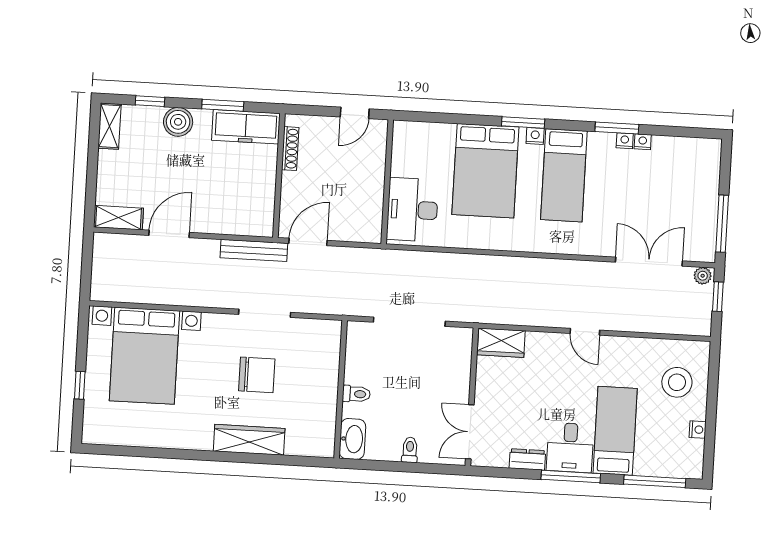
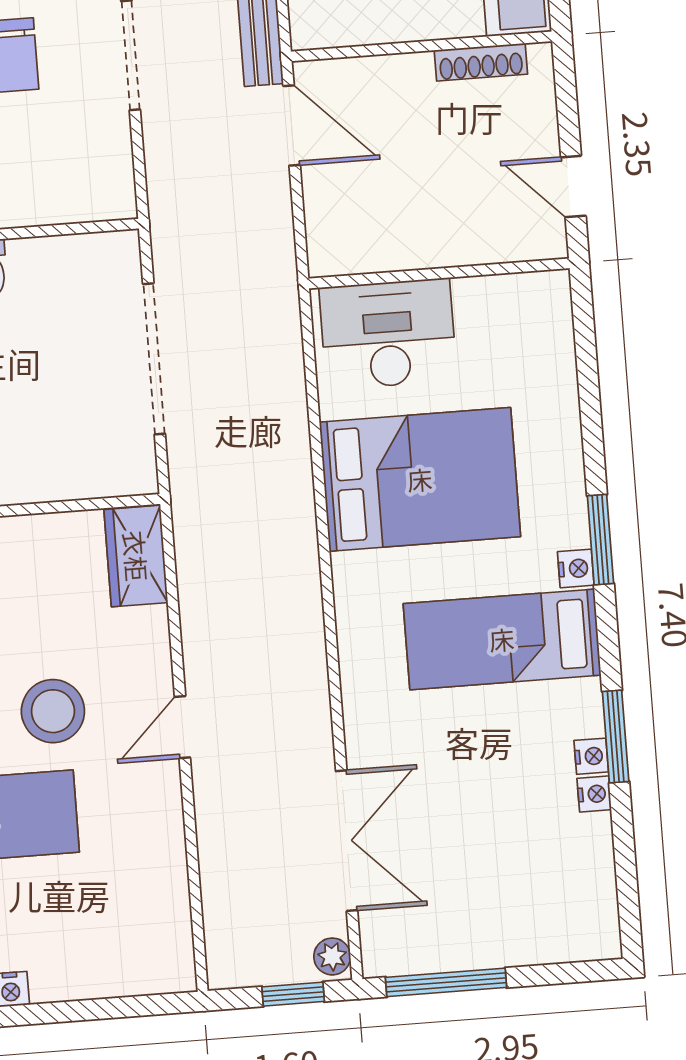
bed: (485, 171) -> (420, 479), moved, turned 180
stool: (677, 382) -> (53, 711), moved

